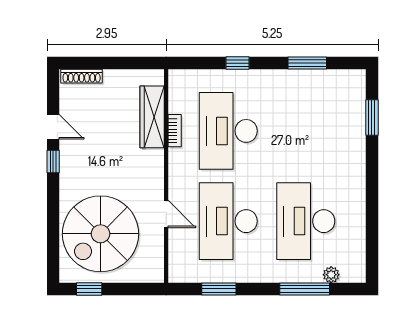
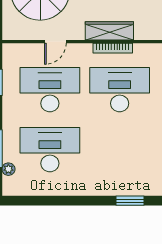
wardrobe: (152, 117) -> (109, 31), moved
bookcase: (175, 131) -> (113, 48), width x1.56

